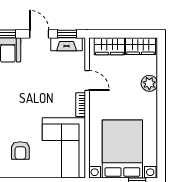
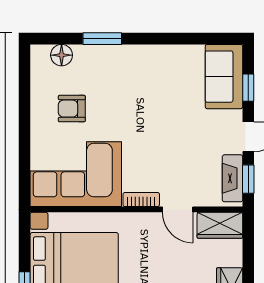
wardrobe: (109, 46) -> (220, 225), moved, turned -90
door: (87, 80) -> (178, 209), hinge flipped

